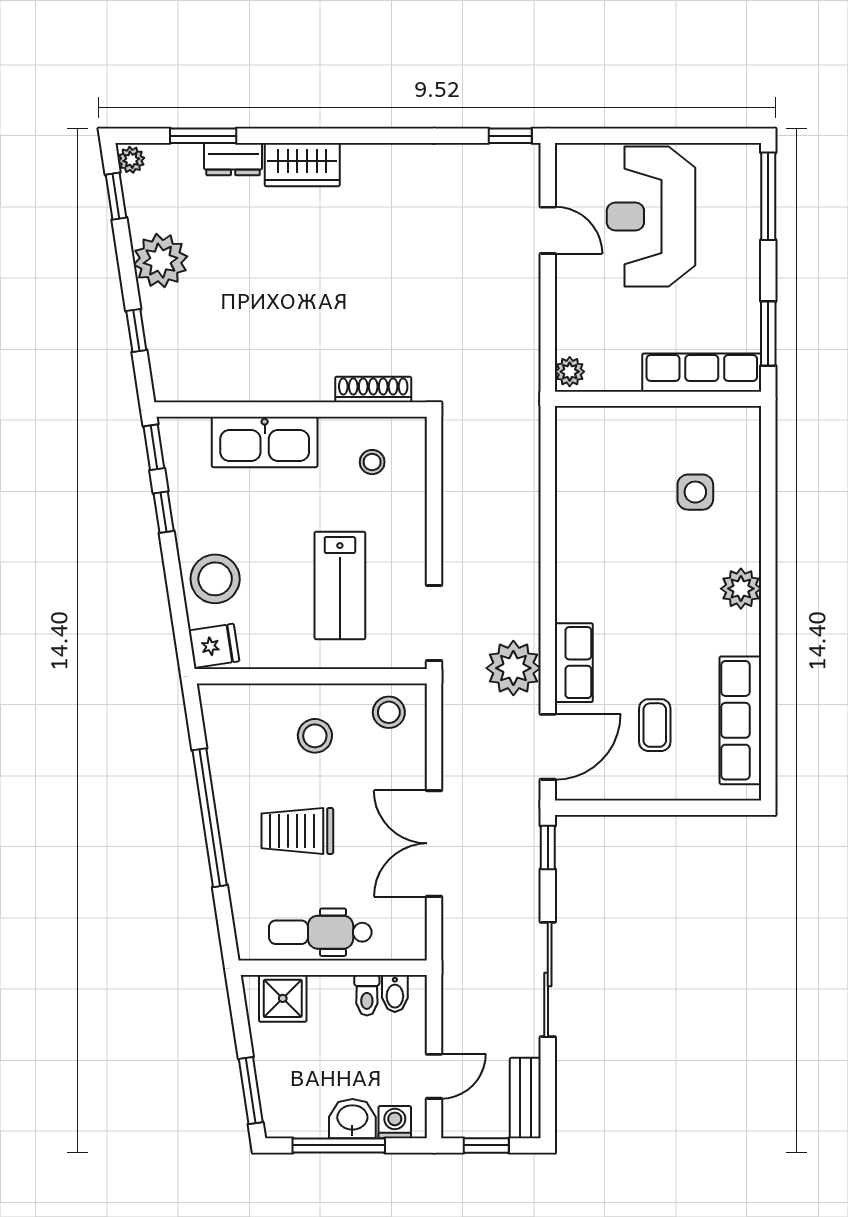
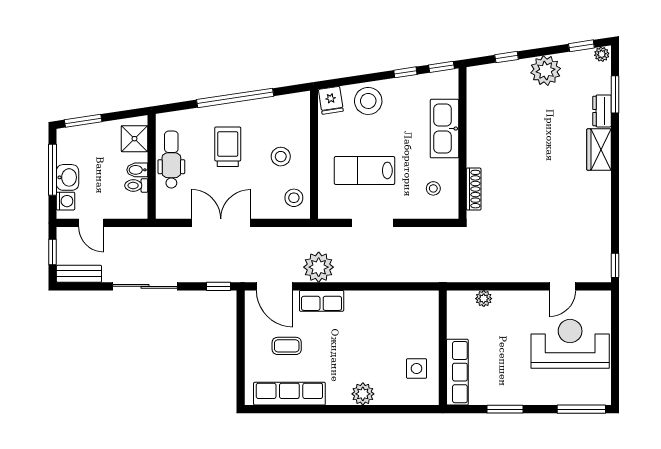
row of seats: (702, 373) -> (457, 372), moved
wall: (658, 399) -> (443, 348), moved
doorway: (434, 623) -> (372, 223), moved
bidet: (395, 993) -> (137, 170), moved

